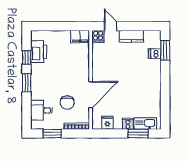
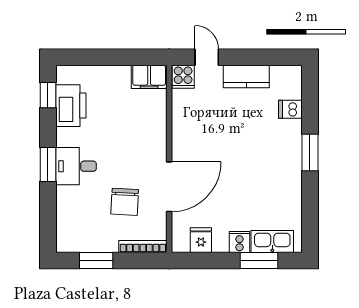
window: (165, 50) -> (310, 152), moved
window: (27, 57) -> (48, 95), moved
desk: (41, 110) -> (76, 166), moved

